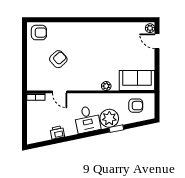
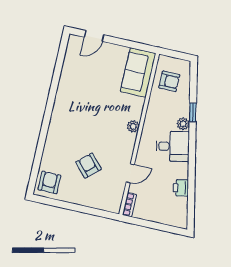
plant: (150, 28) -> (76, 41), removed
plant: (106, 86) -> (133, 126), moved
armchair: (136, 106) -> (169, 81), turned 90
plant: (109, 118) -> (183, 124), width x0.53, depth x0.53

